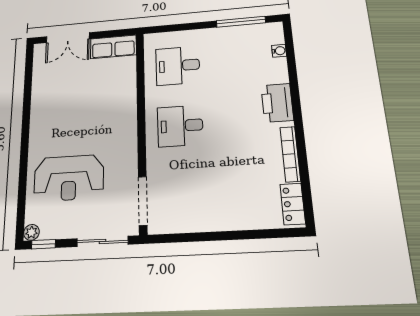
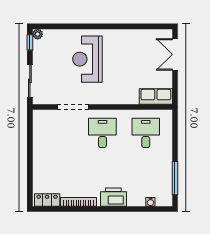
row of seats: (113, 47) -> (156, 96), moved, turned 90
reception desk: (69, 178) -> (87, 59), moved
doorway: (143, 201) -> (73, 107), moved

